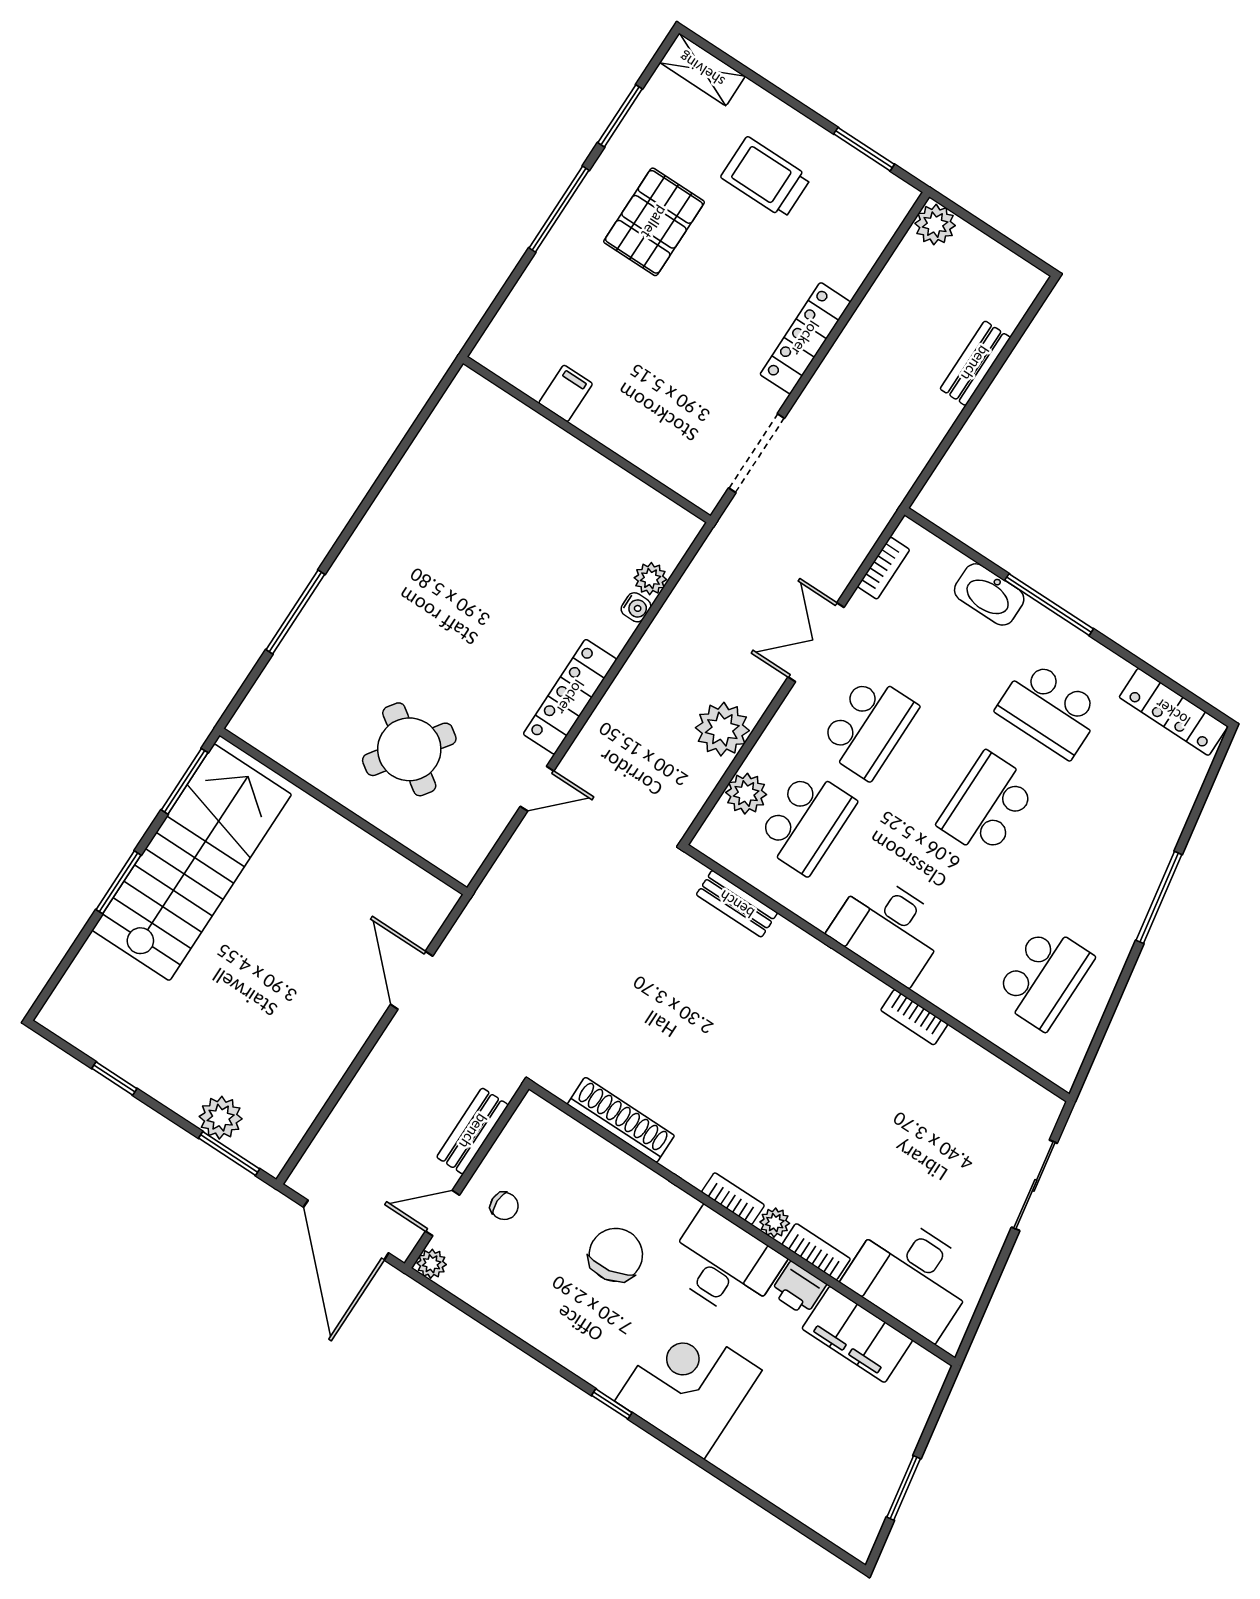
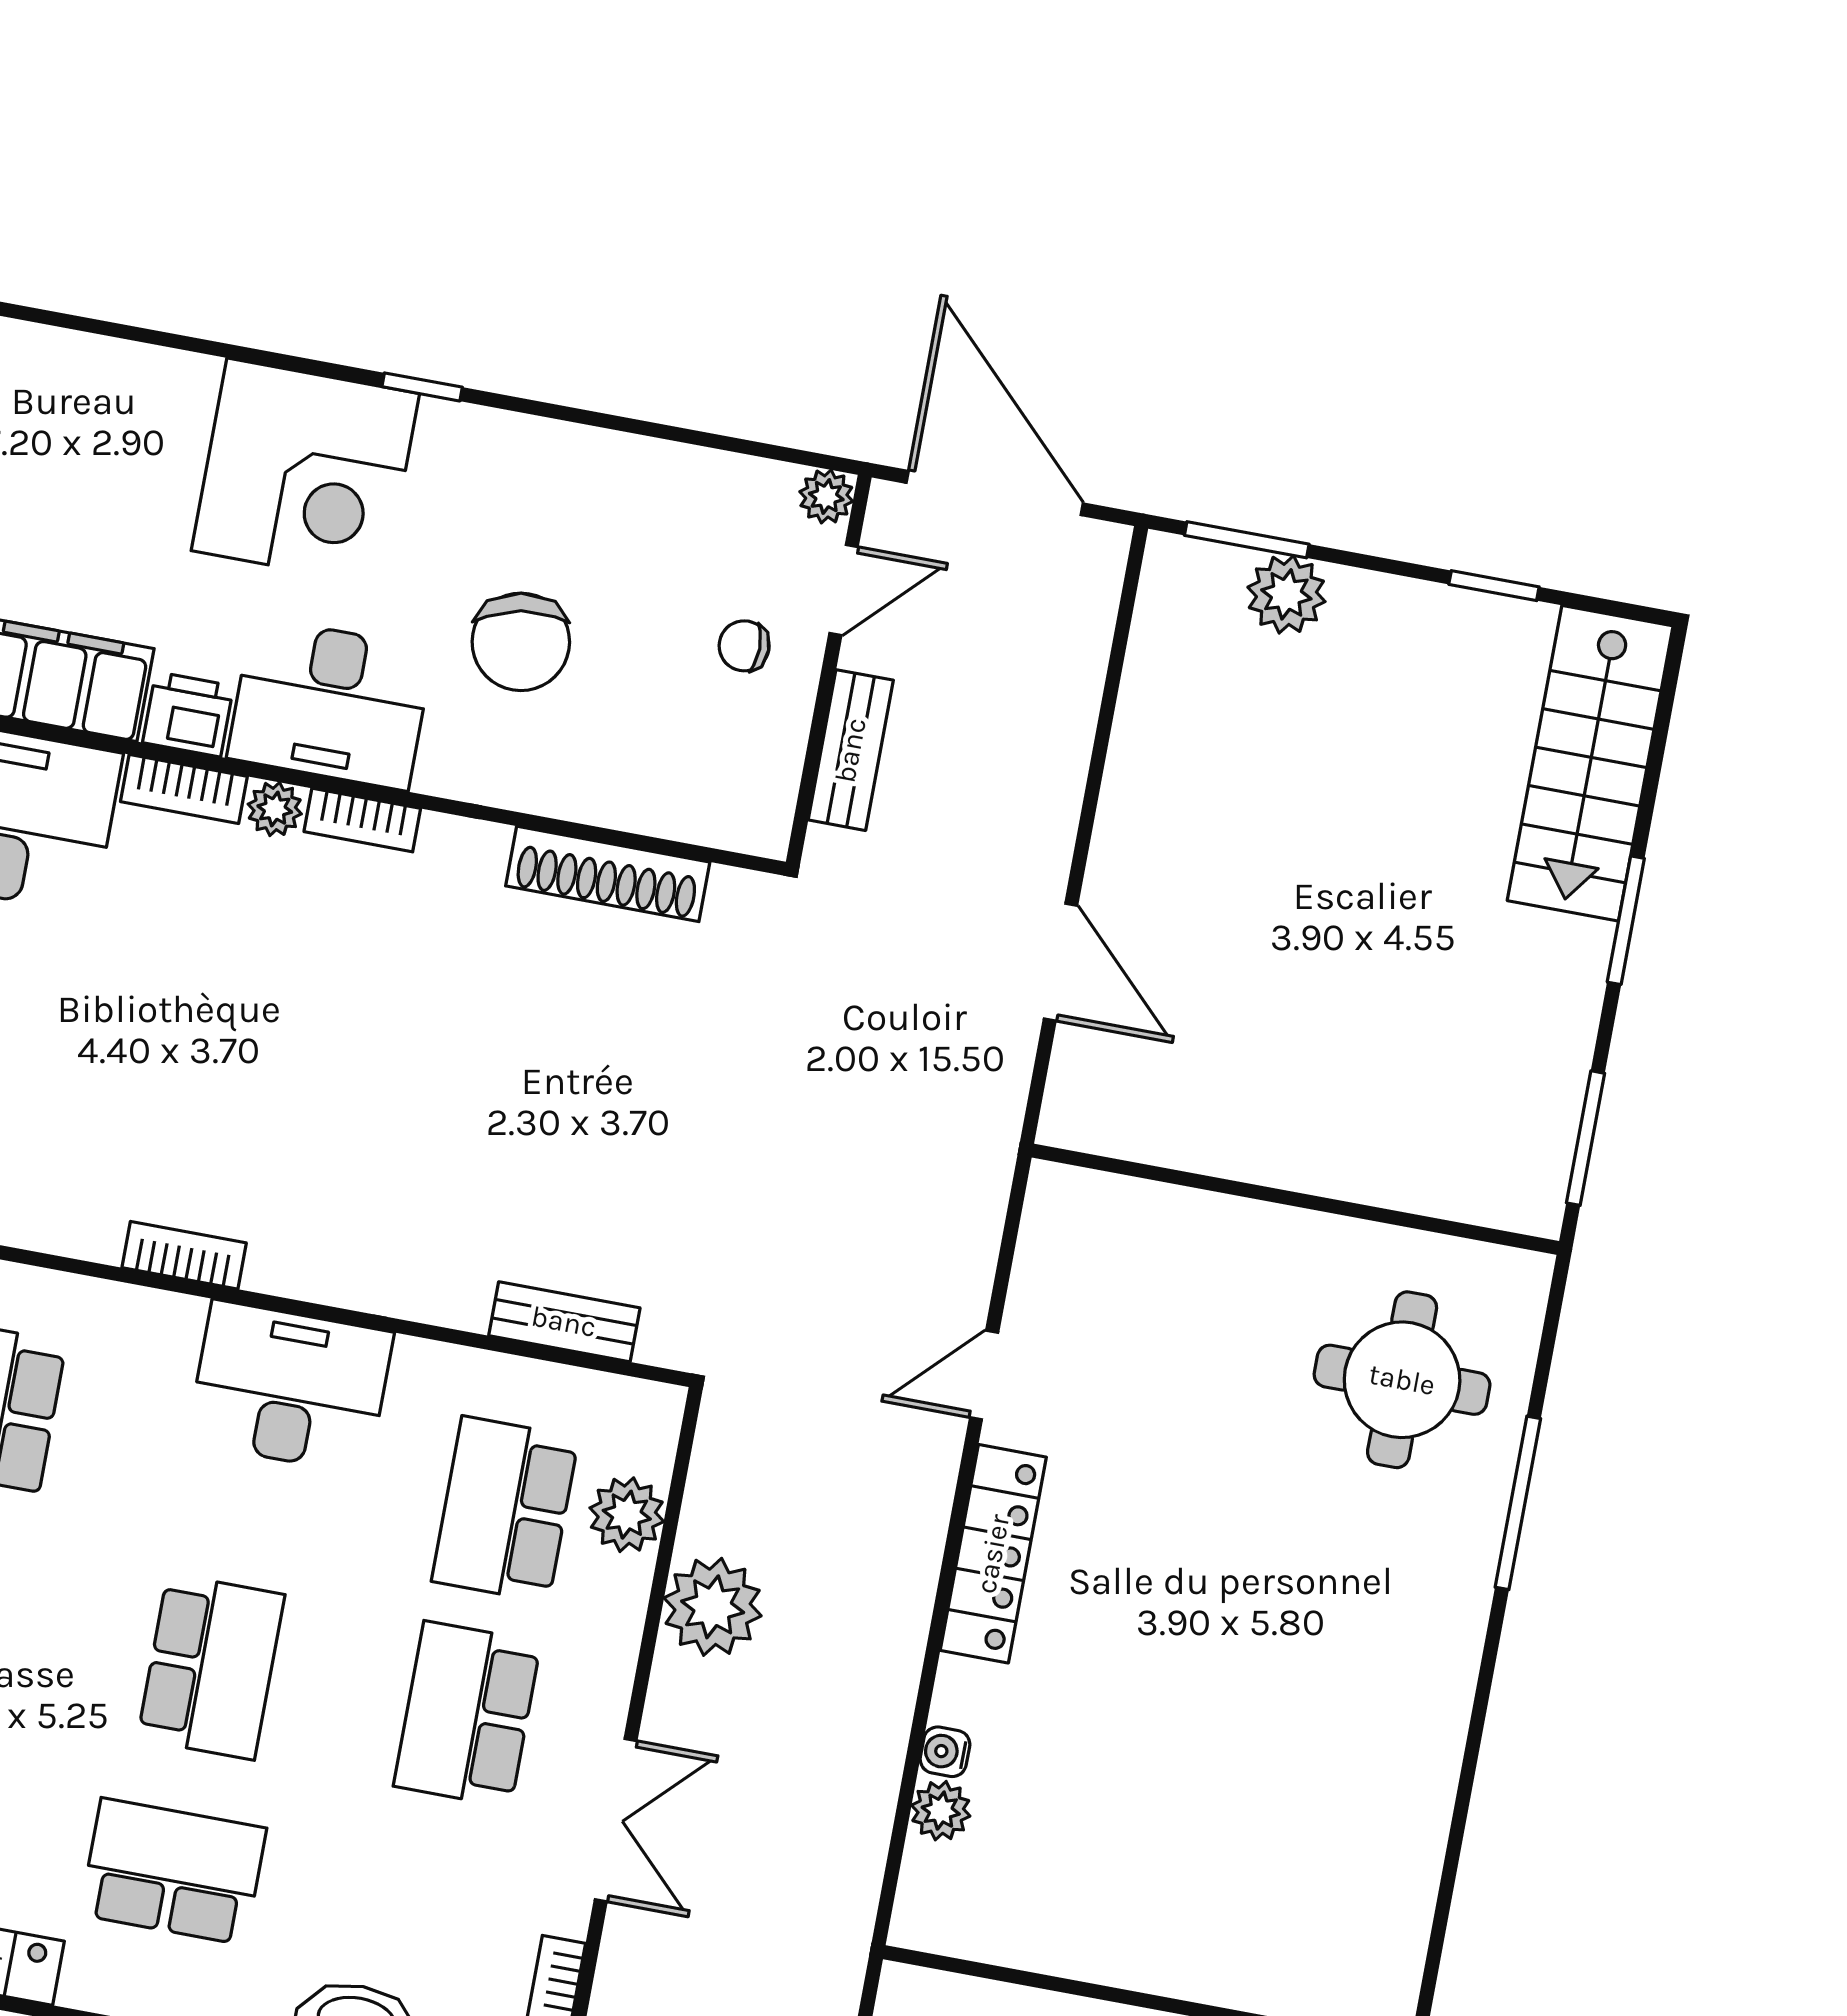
round table: (409, 749) -> (1402, 1380), moved, turned -35
stairs: (192, 862) -> (1590, 763), moved, width x0.73, depth x0.66

